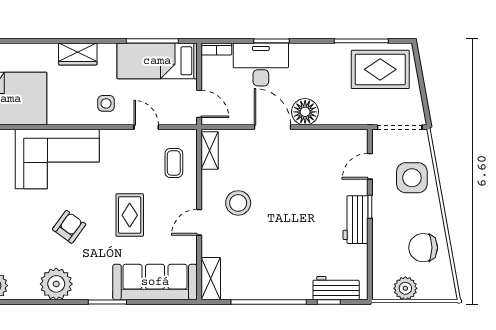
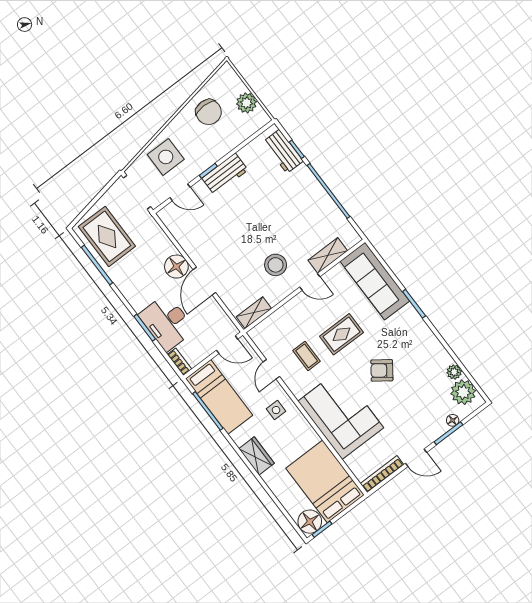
door: (199, 104) -> (227, 345), swing flipped
coffee table: (174, 163) -> (307, 356), moved, turned 90
shelving: (211, 279) -> (328, 255), moved
plant: (56, 284) -> (454, 372), moved, width x0.53, depth x0.53

